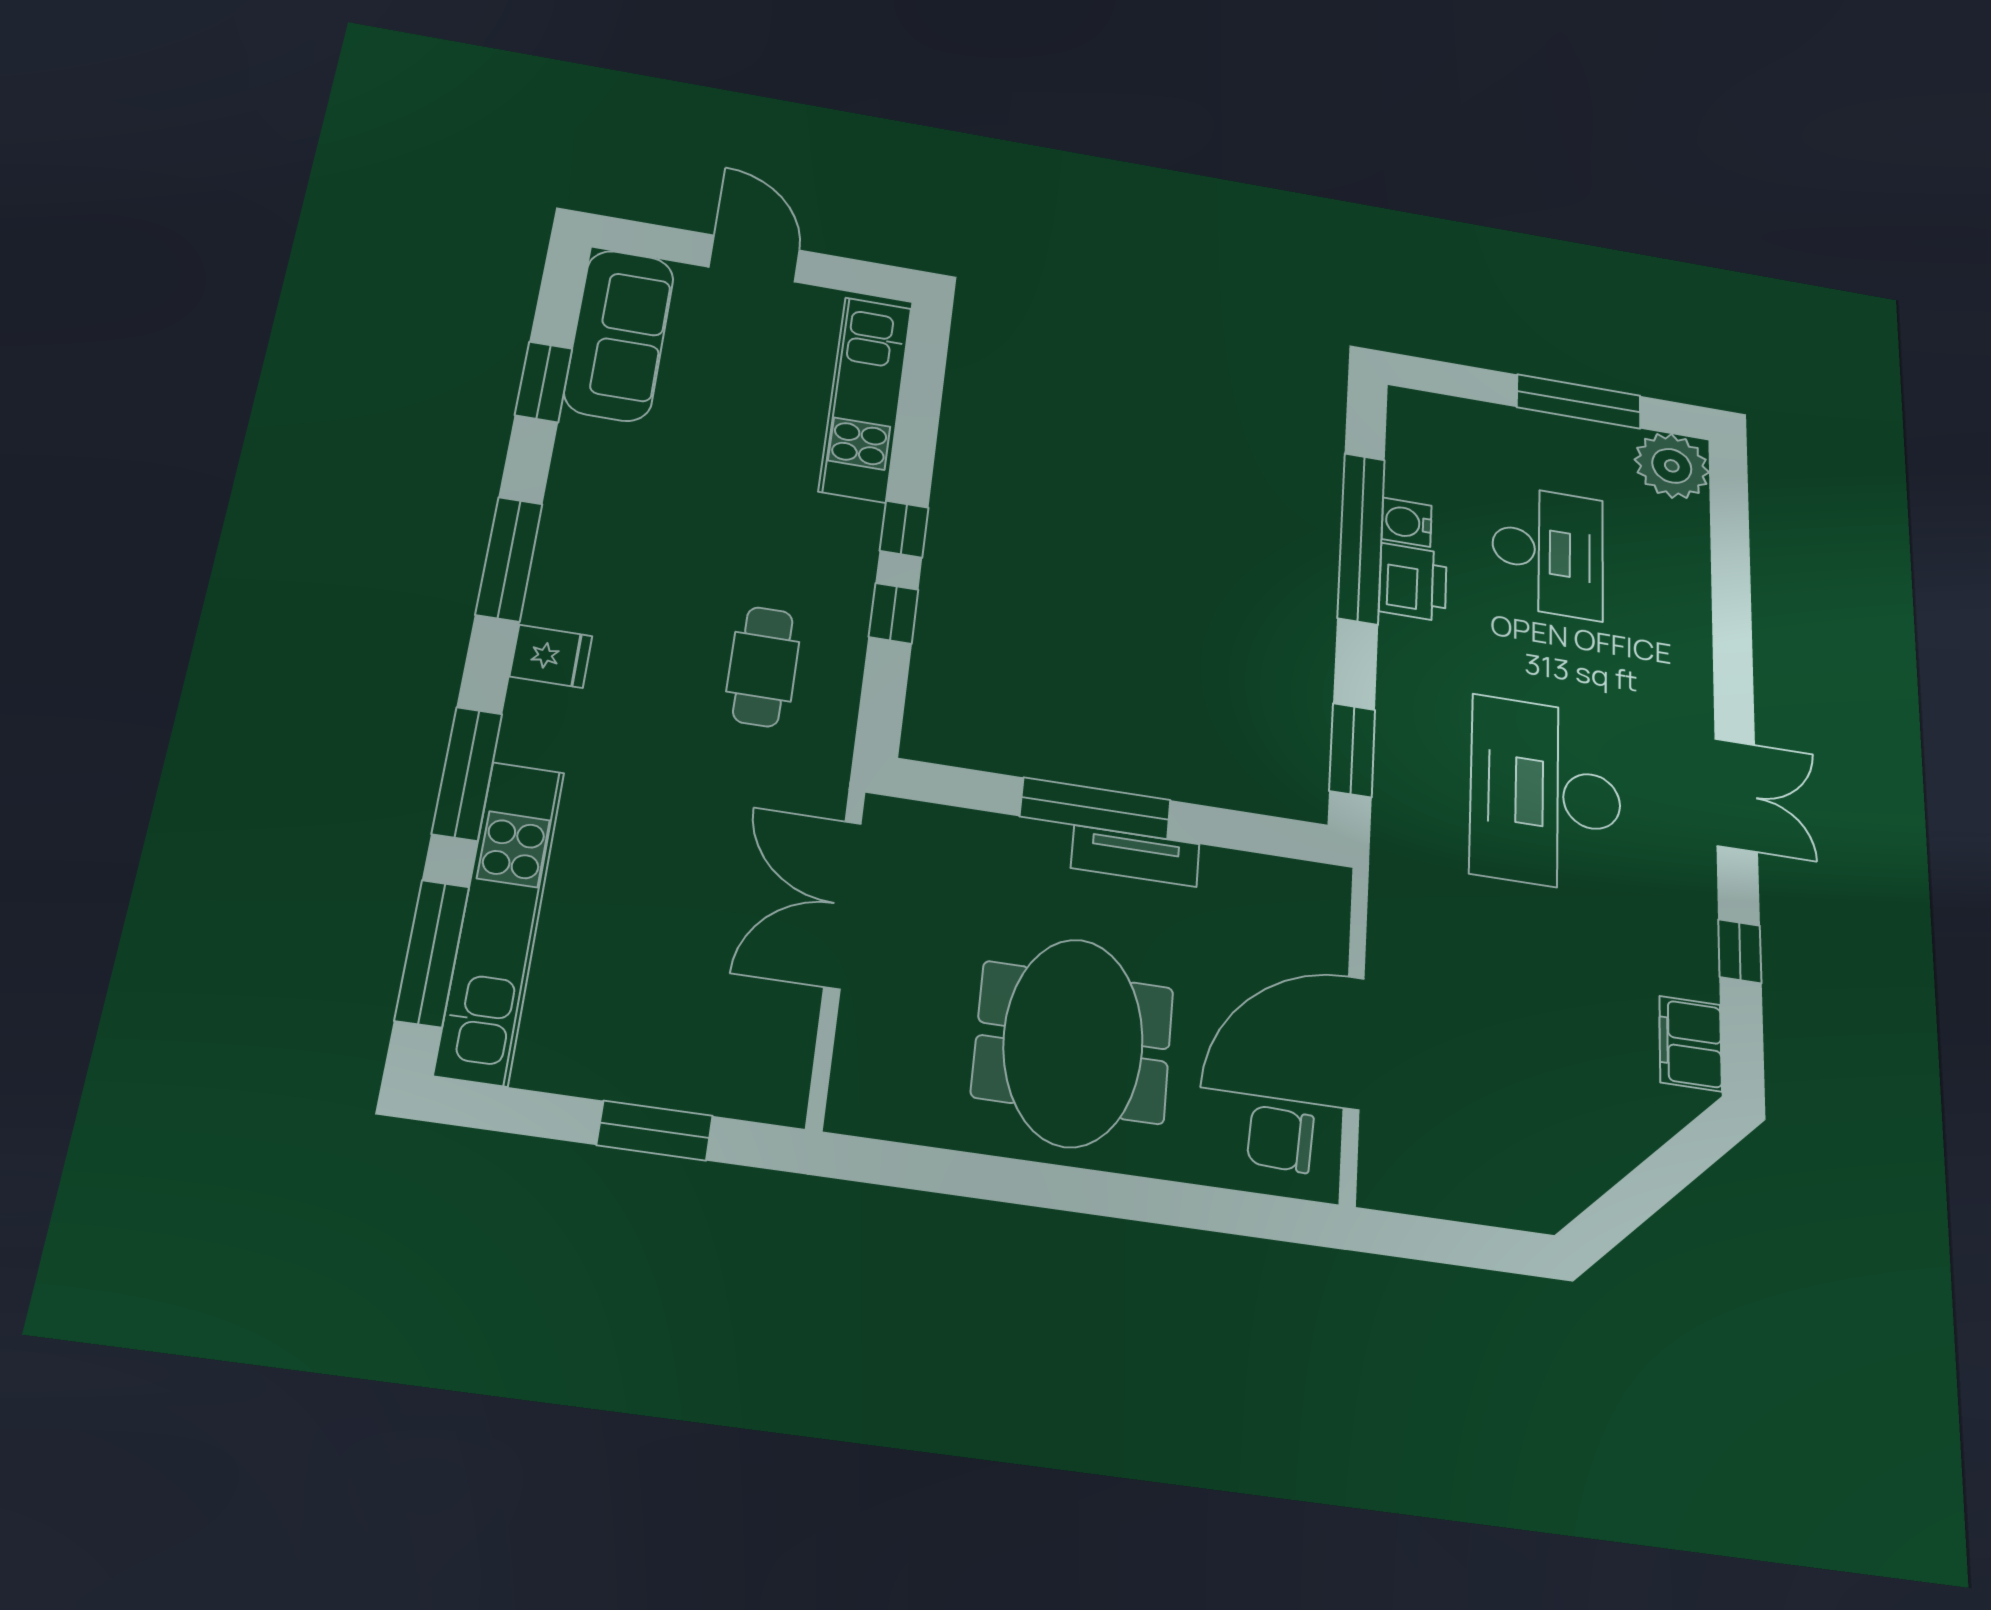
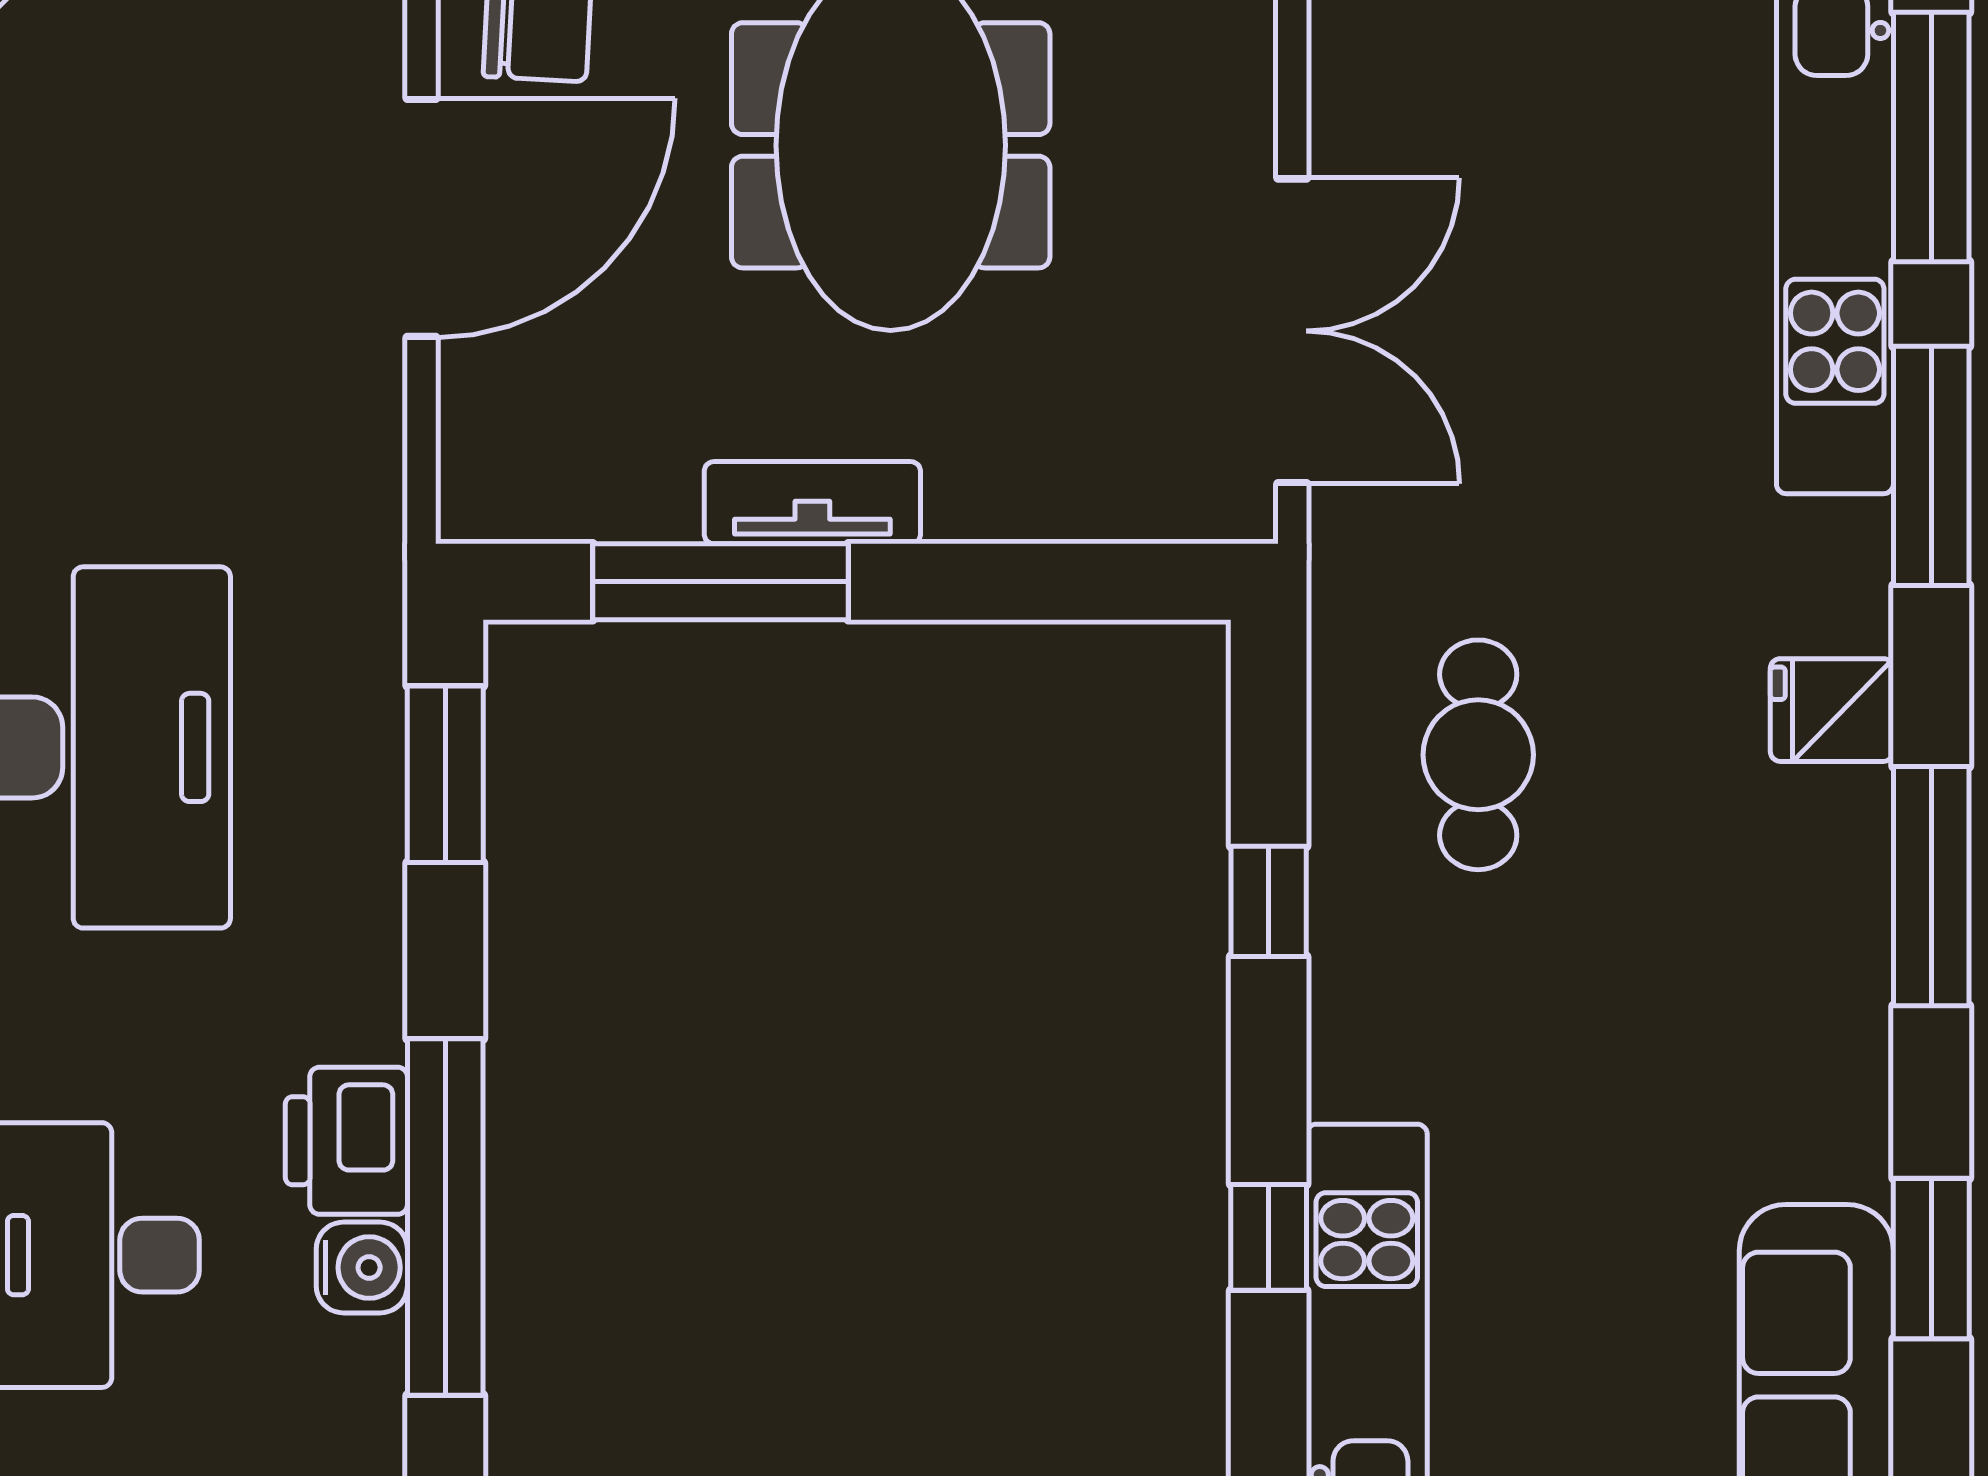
window: (904, 529) -> (1269, 1237), moved
window: (1095, 808) -> (720, 582), moved

